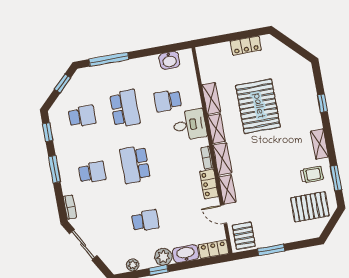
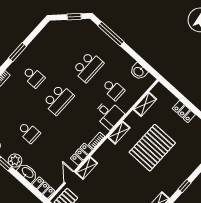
shelving: (211, 98) -> (145, 104), moved
school desk: (168, 101) -> (113, 89), turned 180
school desk: (82, 116) -> (63, 44), removed
window: (48, 132) -> (37, 30), removed
shelving: (222, 159) -> (103, 151), removed
school desk: (135, 164) -> (58, 99), turned 180

